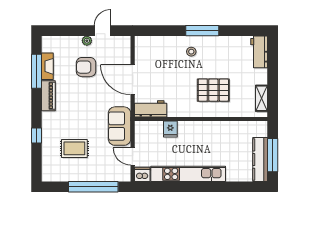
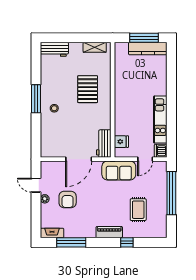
fireplace: (47, 66) -> (52, 233), moved
piano: (48, 96) -> (109, 232), moved
fridge: (170, 129) -> (121, 142), moved
kitchen unit: (188, 174) -> (160, 120), width x0.73

